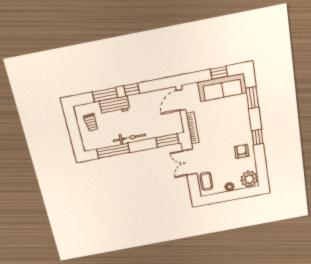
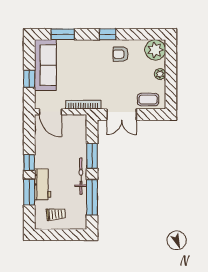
window: (219, 73) -> (29, 79), moved
window: (167, 141) -> (92, 156), moved

